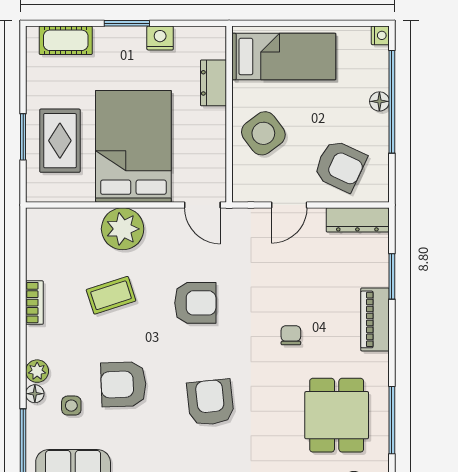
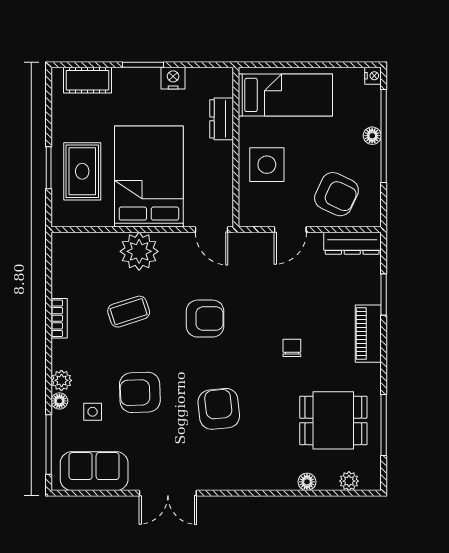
side table: (263, 133) -> (267, 165), turned 37
dining table: (337, 415) -> (333, 420), turned 90

